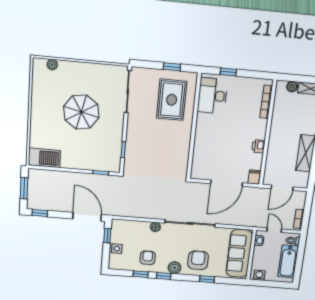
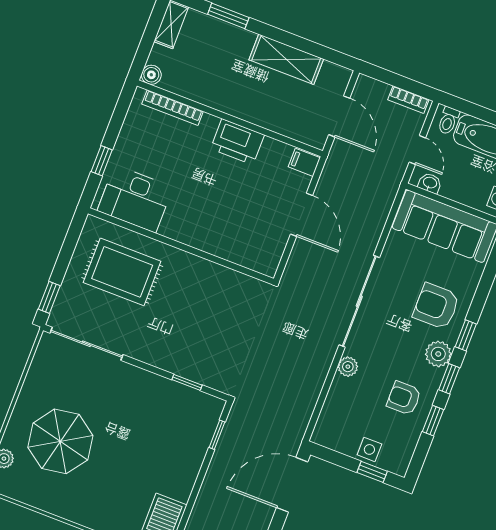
window: (172, 67) -> (49, 297), moved
boiler: (292, 87) -> (151, 75), moved
parasol: (81, 112) -> (60, 441), moved
printer: (258, 146) -> (237, 142), width x1.87, depth x1.48
door: (227, 183) -> (302, 215), width x0.73
door: (274, 230) -> (417, 150), swing flipped
window: (107, 236) -> (372, 472), moved
window: (207, 279) -> (466, 335), moved

